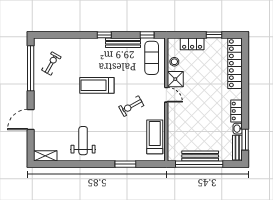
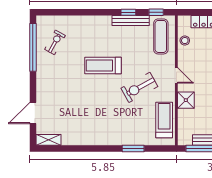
window: (104, 35) -> (128, 12), moved
shower: (175, 79) -> (186, 100), moved
exercise bike: (131, 106) -> (139, 87), width x1.38, depth x1.39
door: (31, 120) -> (33, 113), moved
weight bench: (83, 141) -> (88, 124), removed

